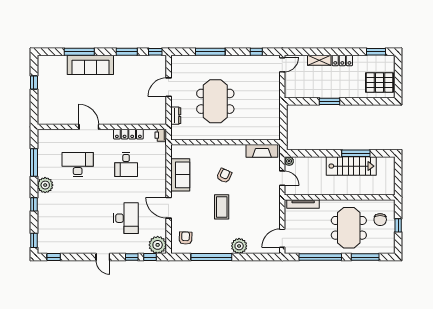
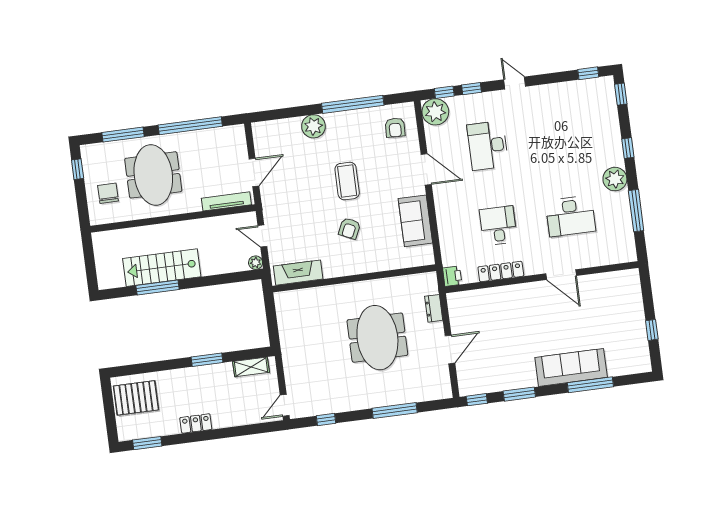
shelving: (319, 60) -> (251, 367), moved
window: (398, 225) -> (78, 169), moved
door: (282, 238) -> (254, 172), moved

